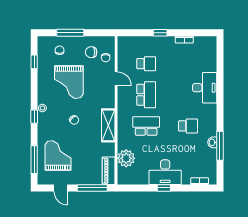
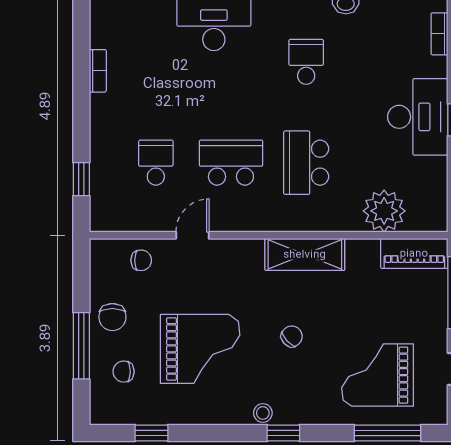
window: (160, 33) -> (81, 179), moved
chair: (91, 52) -> (112, 317), moved

